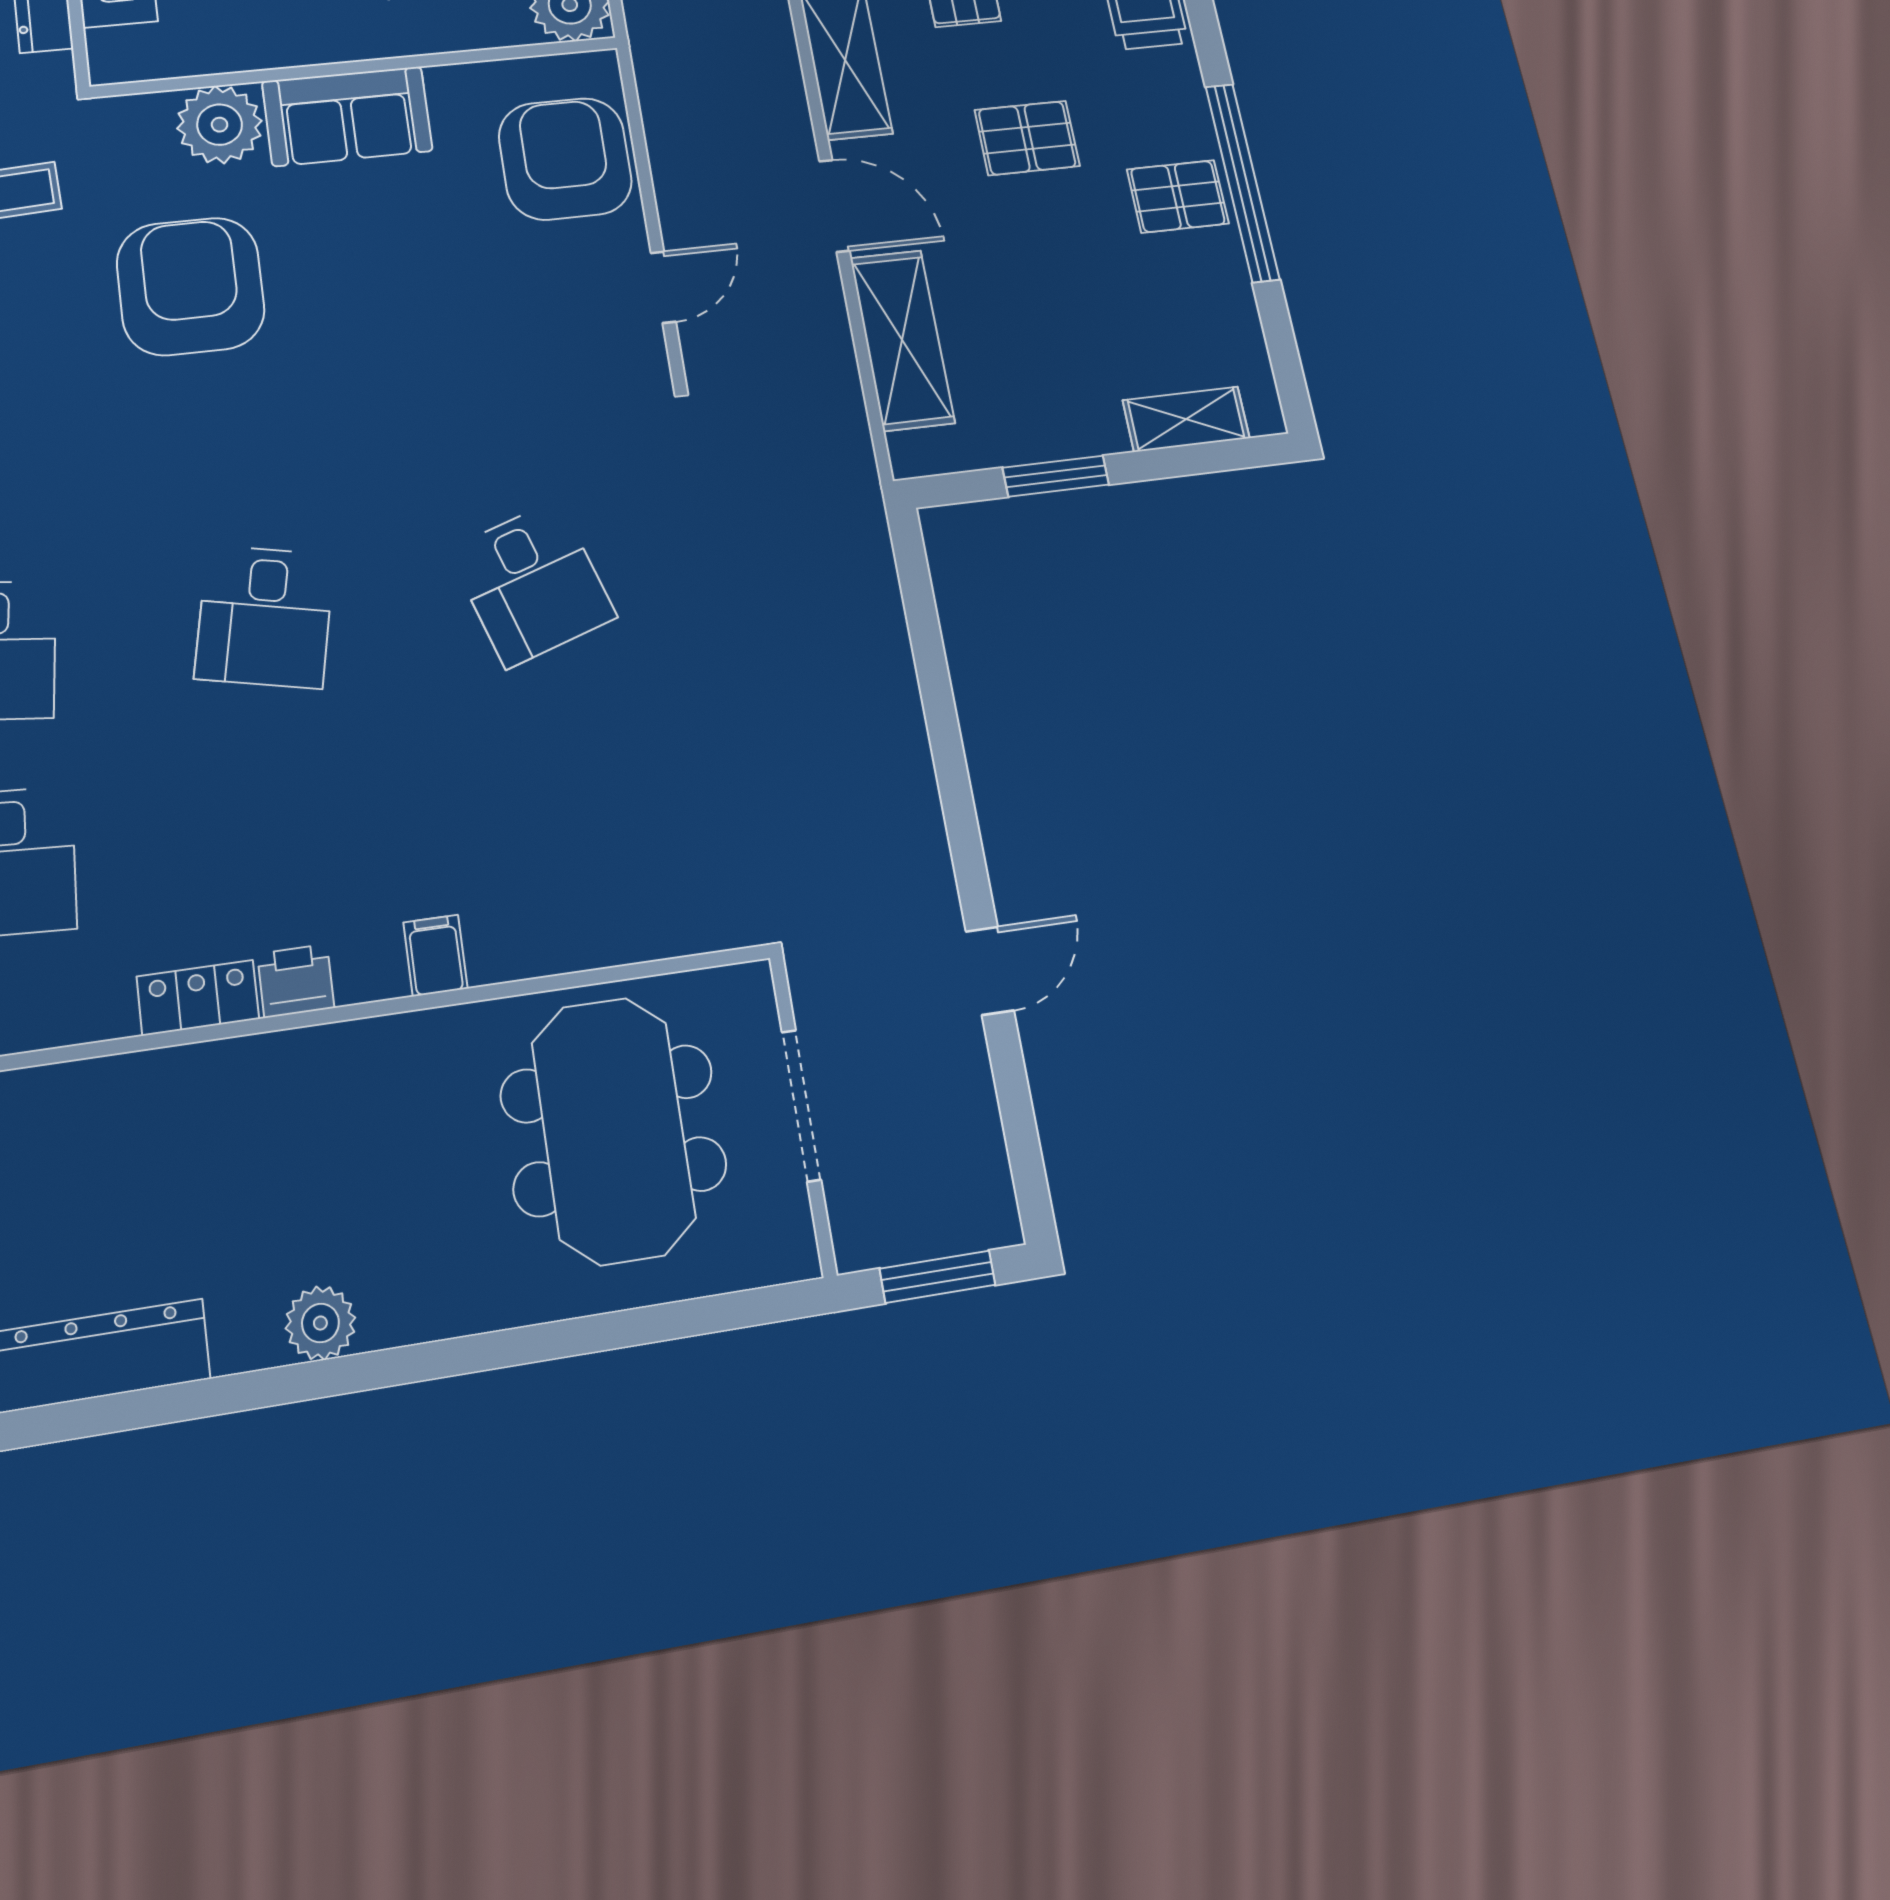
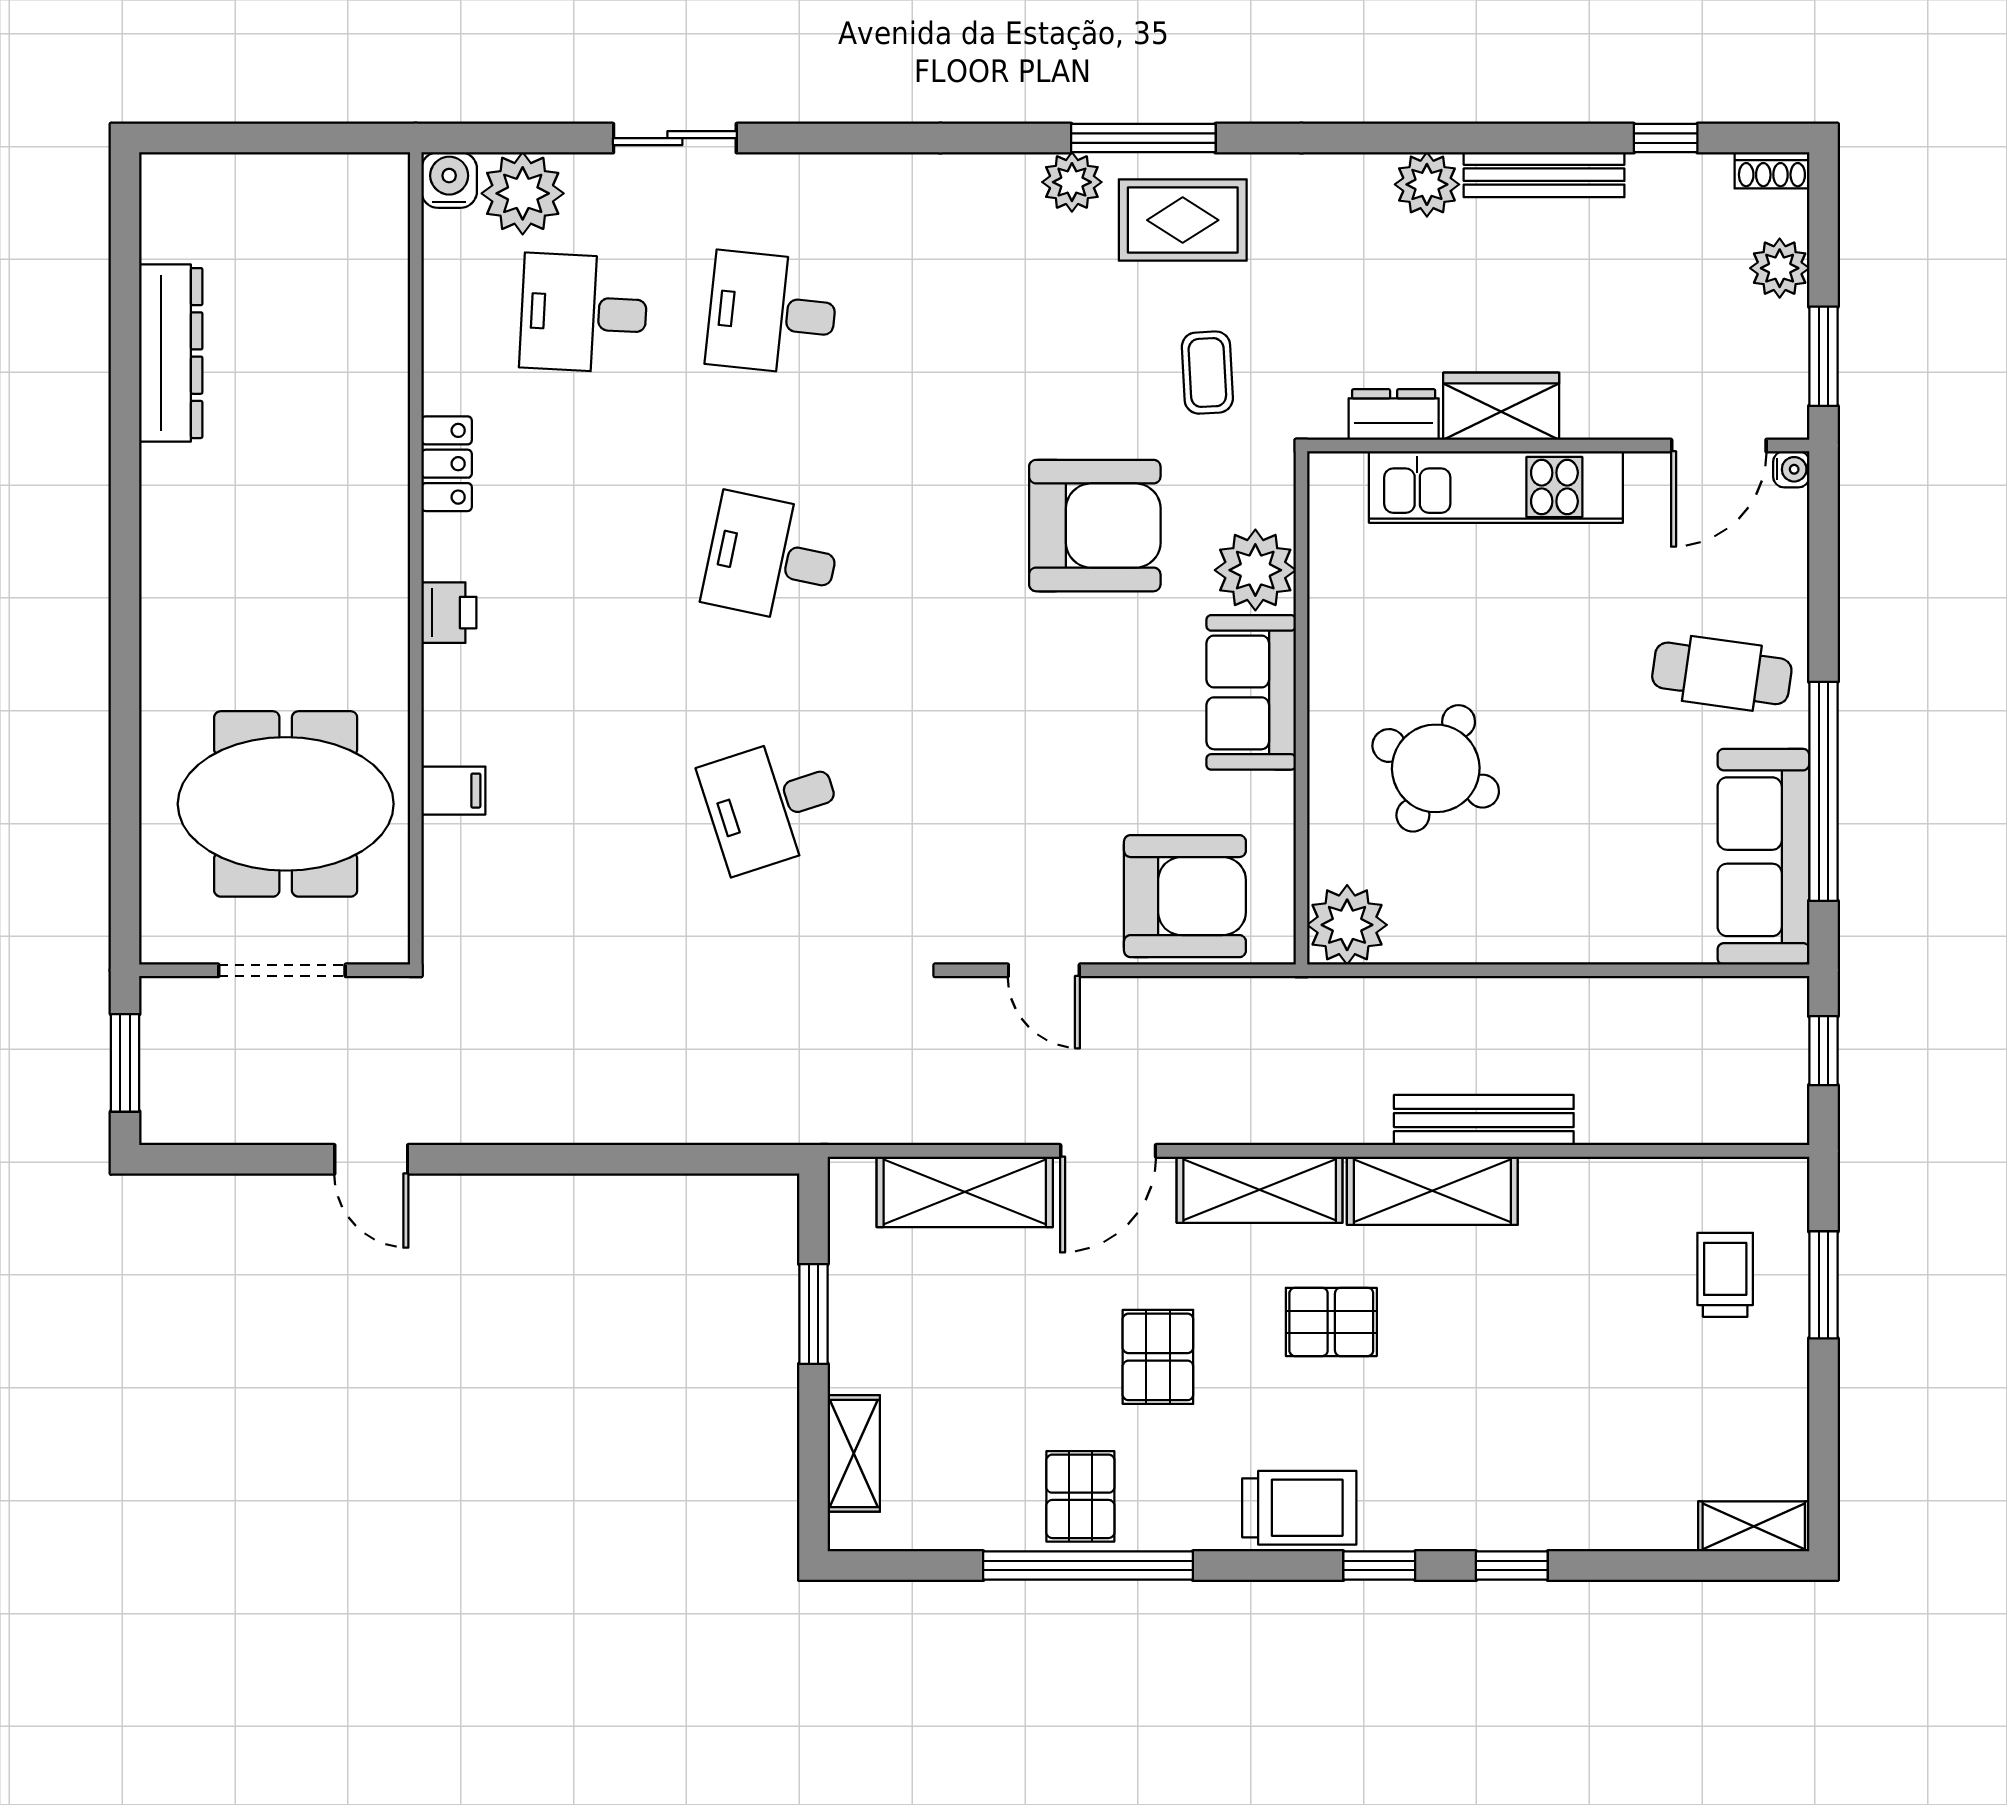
filing cabinet: (436, 955) -> (453, 791), moved
printer: (296, 981) -> (449, 613), moved
plant: (320, 1323) -> (168, 536), removed

